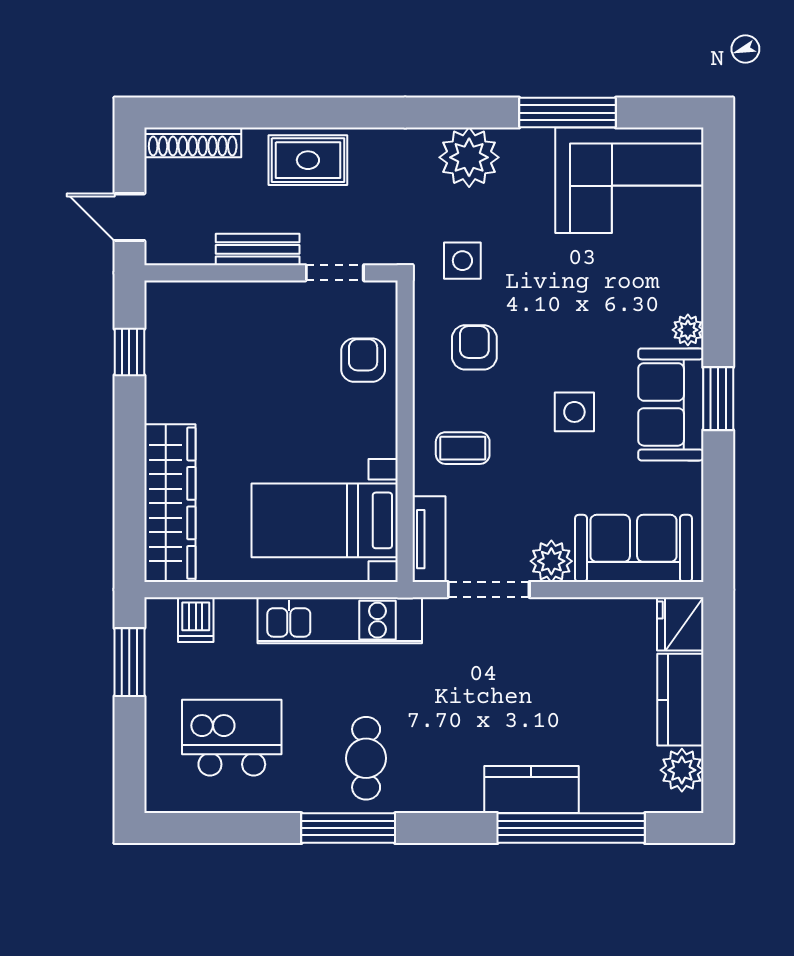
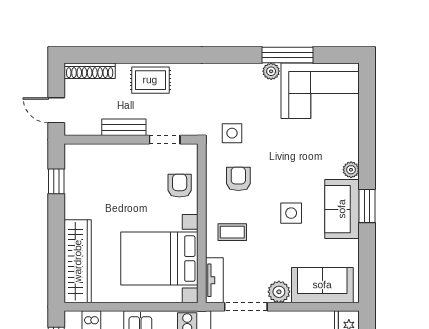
plant: (469, 157) -> (271, 71), moved, width x0.53, depth x0.53
bed with nightstands: (325, 520) -> (159, 259), width x1.36

